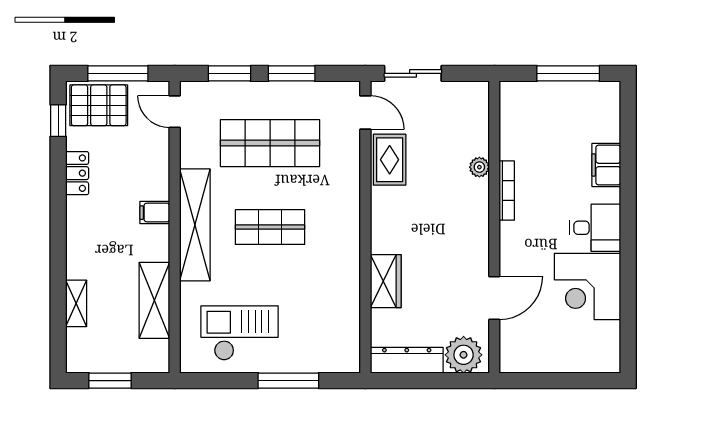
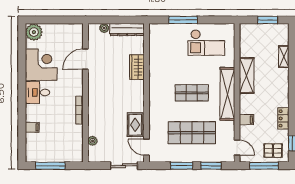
pallet: (99, 105) -> (273, 151), width x0.67, depth x0.71
filing cabinet: (606, 165) -> (32, 127), width x0.50
plant: (479, 167) -> (92, 141), moved
filing cabinet: (155, 213) -> (246, 120), moved
shelving: (154, 300) -> (247, 75), moved
plant: (464, 355) -> (104, 28), width x0.53, depth x0.53
plant: (603, 355) -> (34, 32), added

